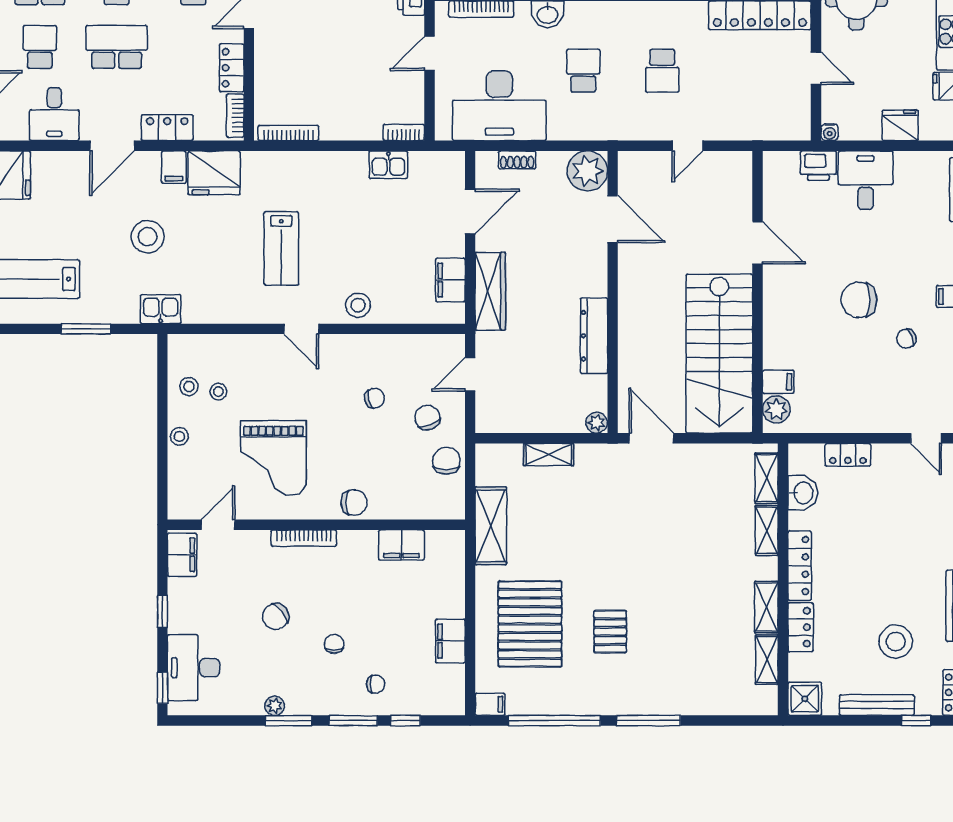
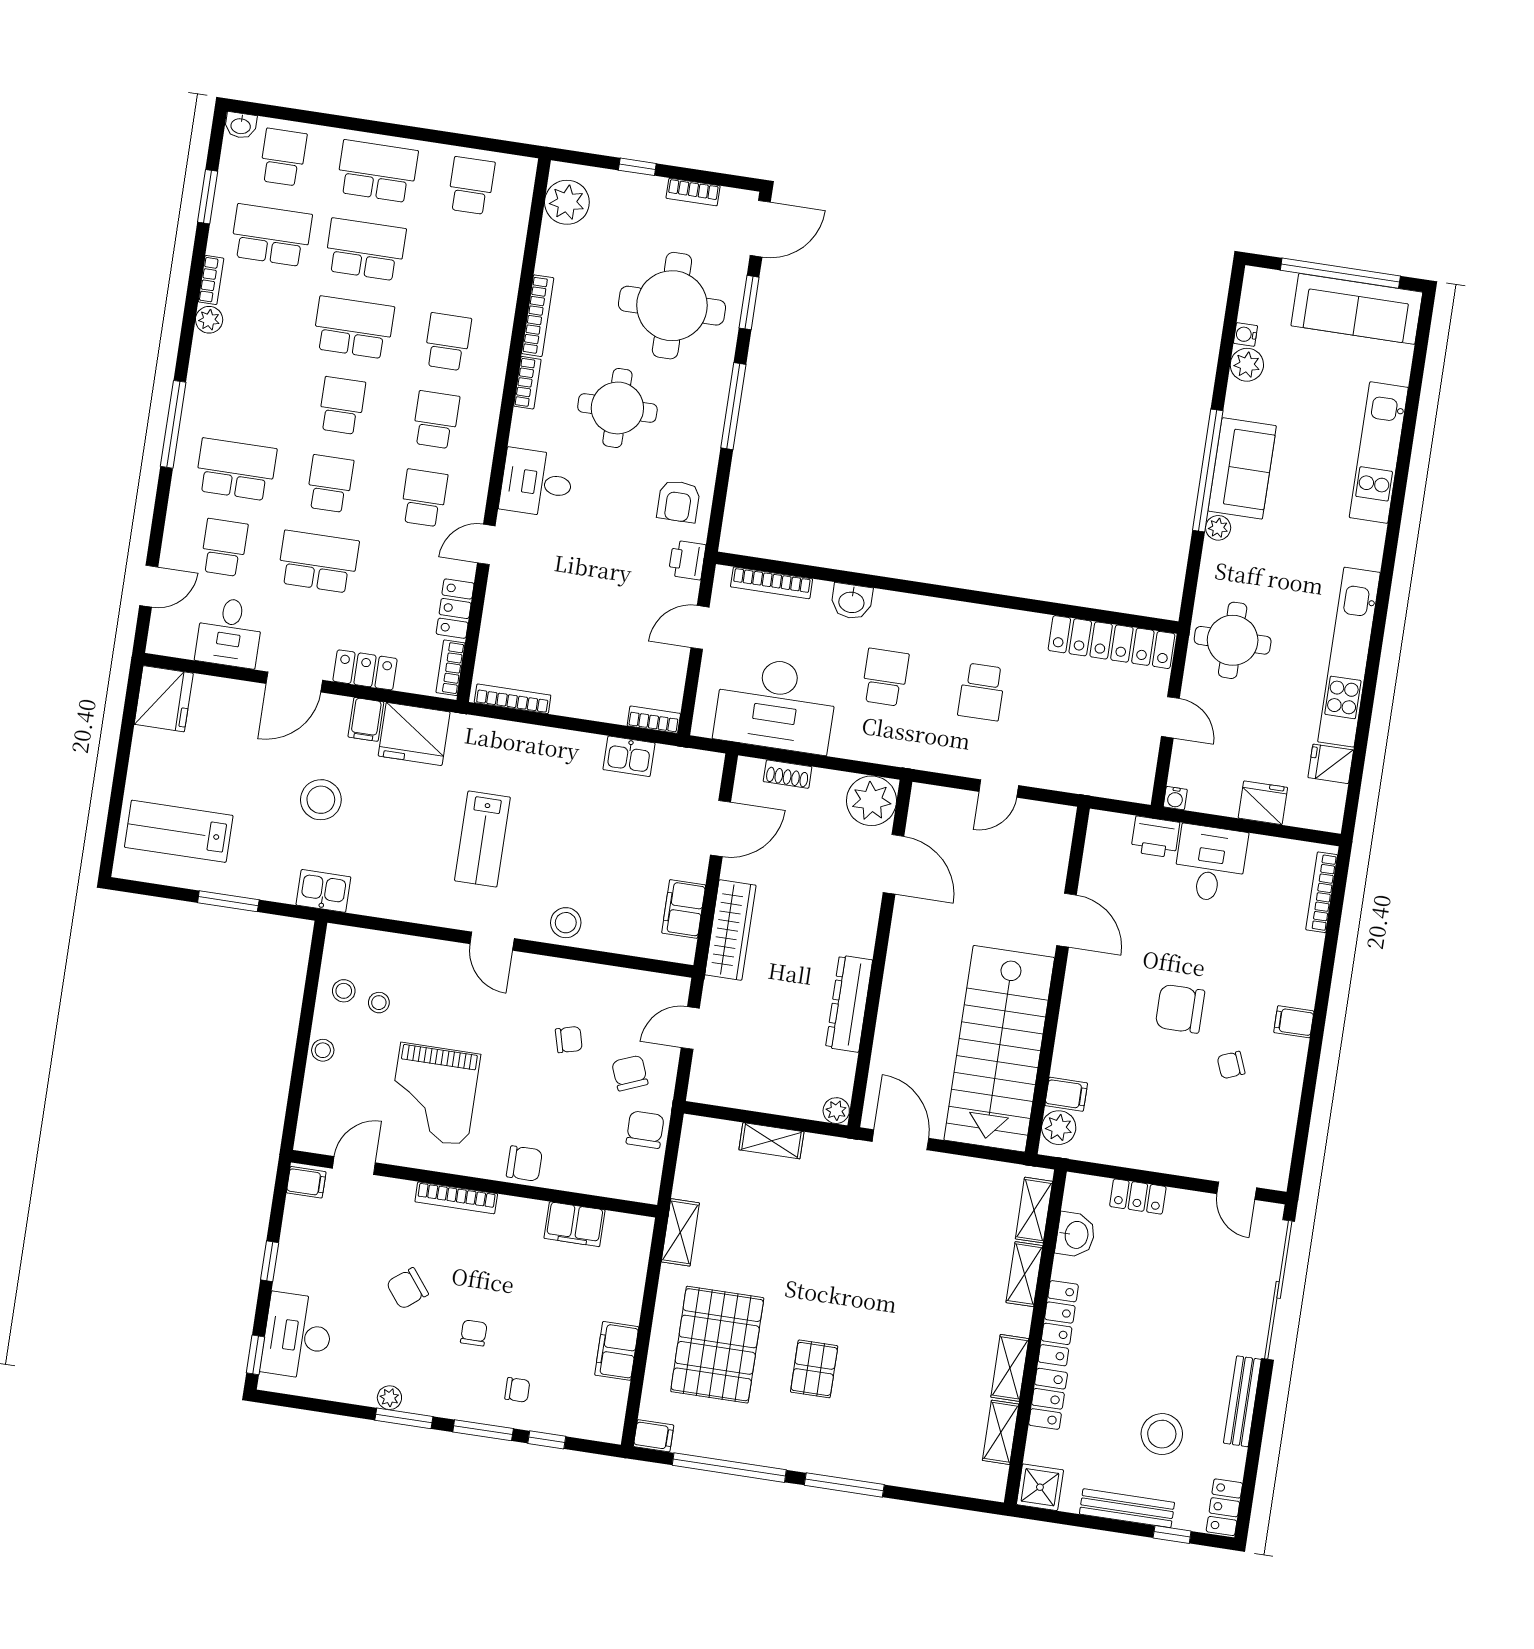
shelving: (491, 526) -> (680, 1232), width x0.67, depth x0.75
filing cabinet: (182, 555) -> (306, 1182), width x0.50

